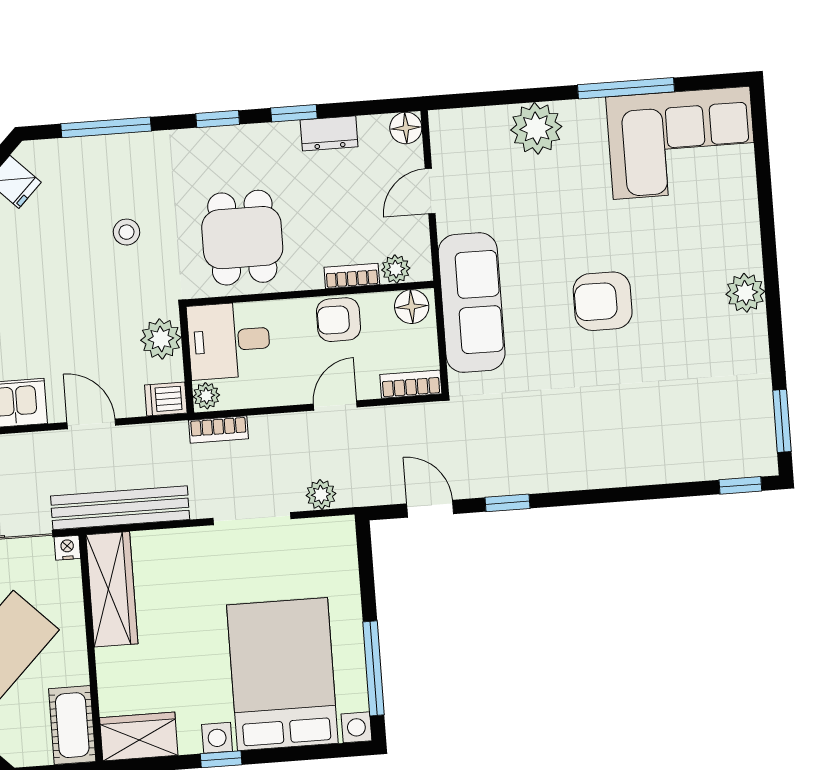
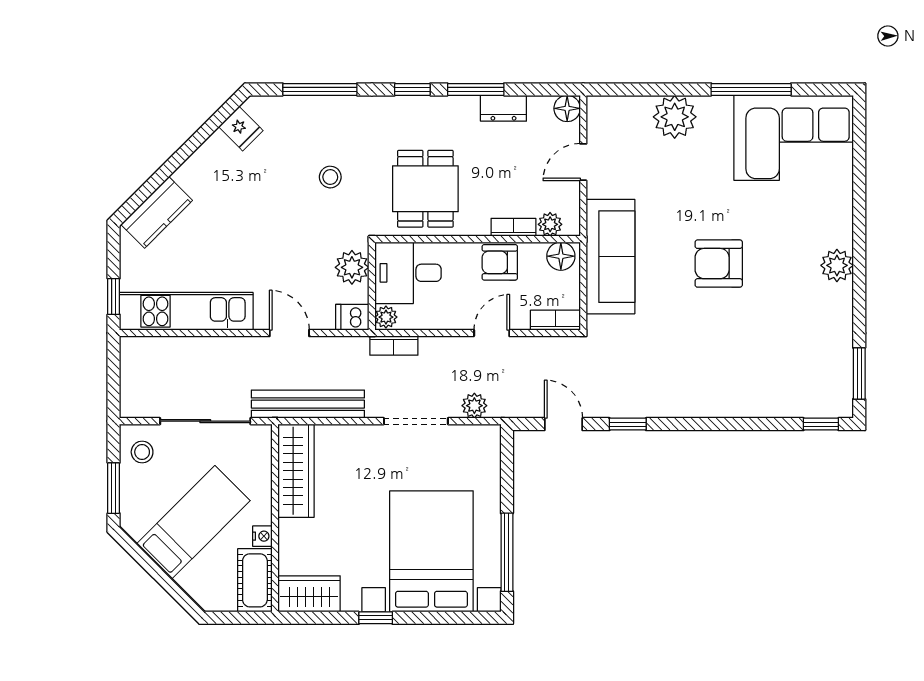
window: (294, 113) -> (476, 89), width x1.50
nightstand: (67, 548) -> (262, 536), moved, turned 90

